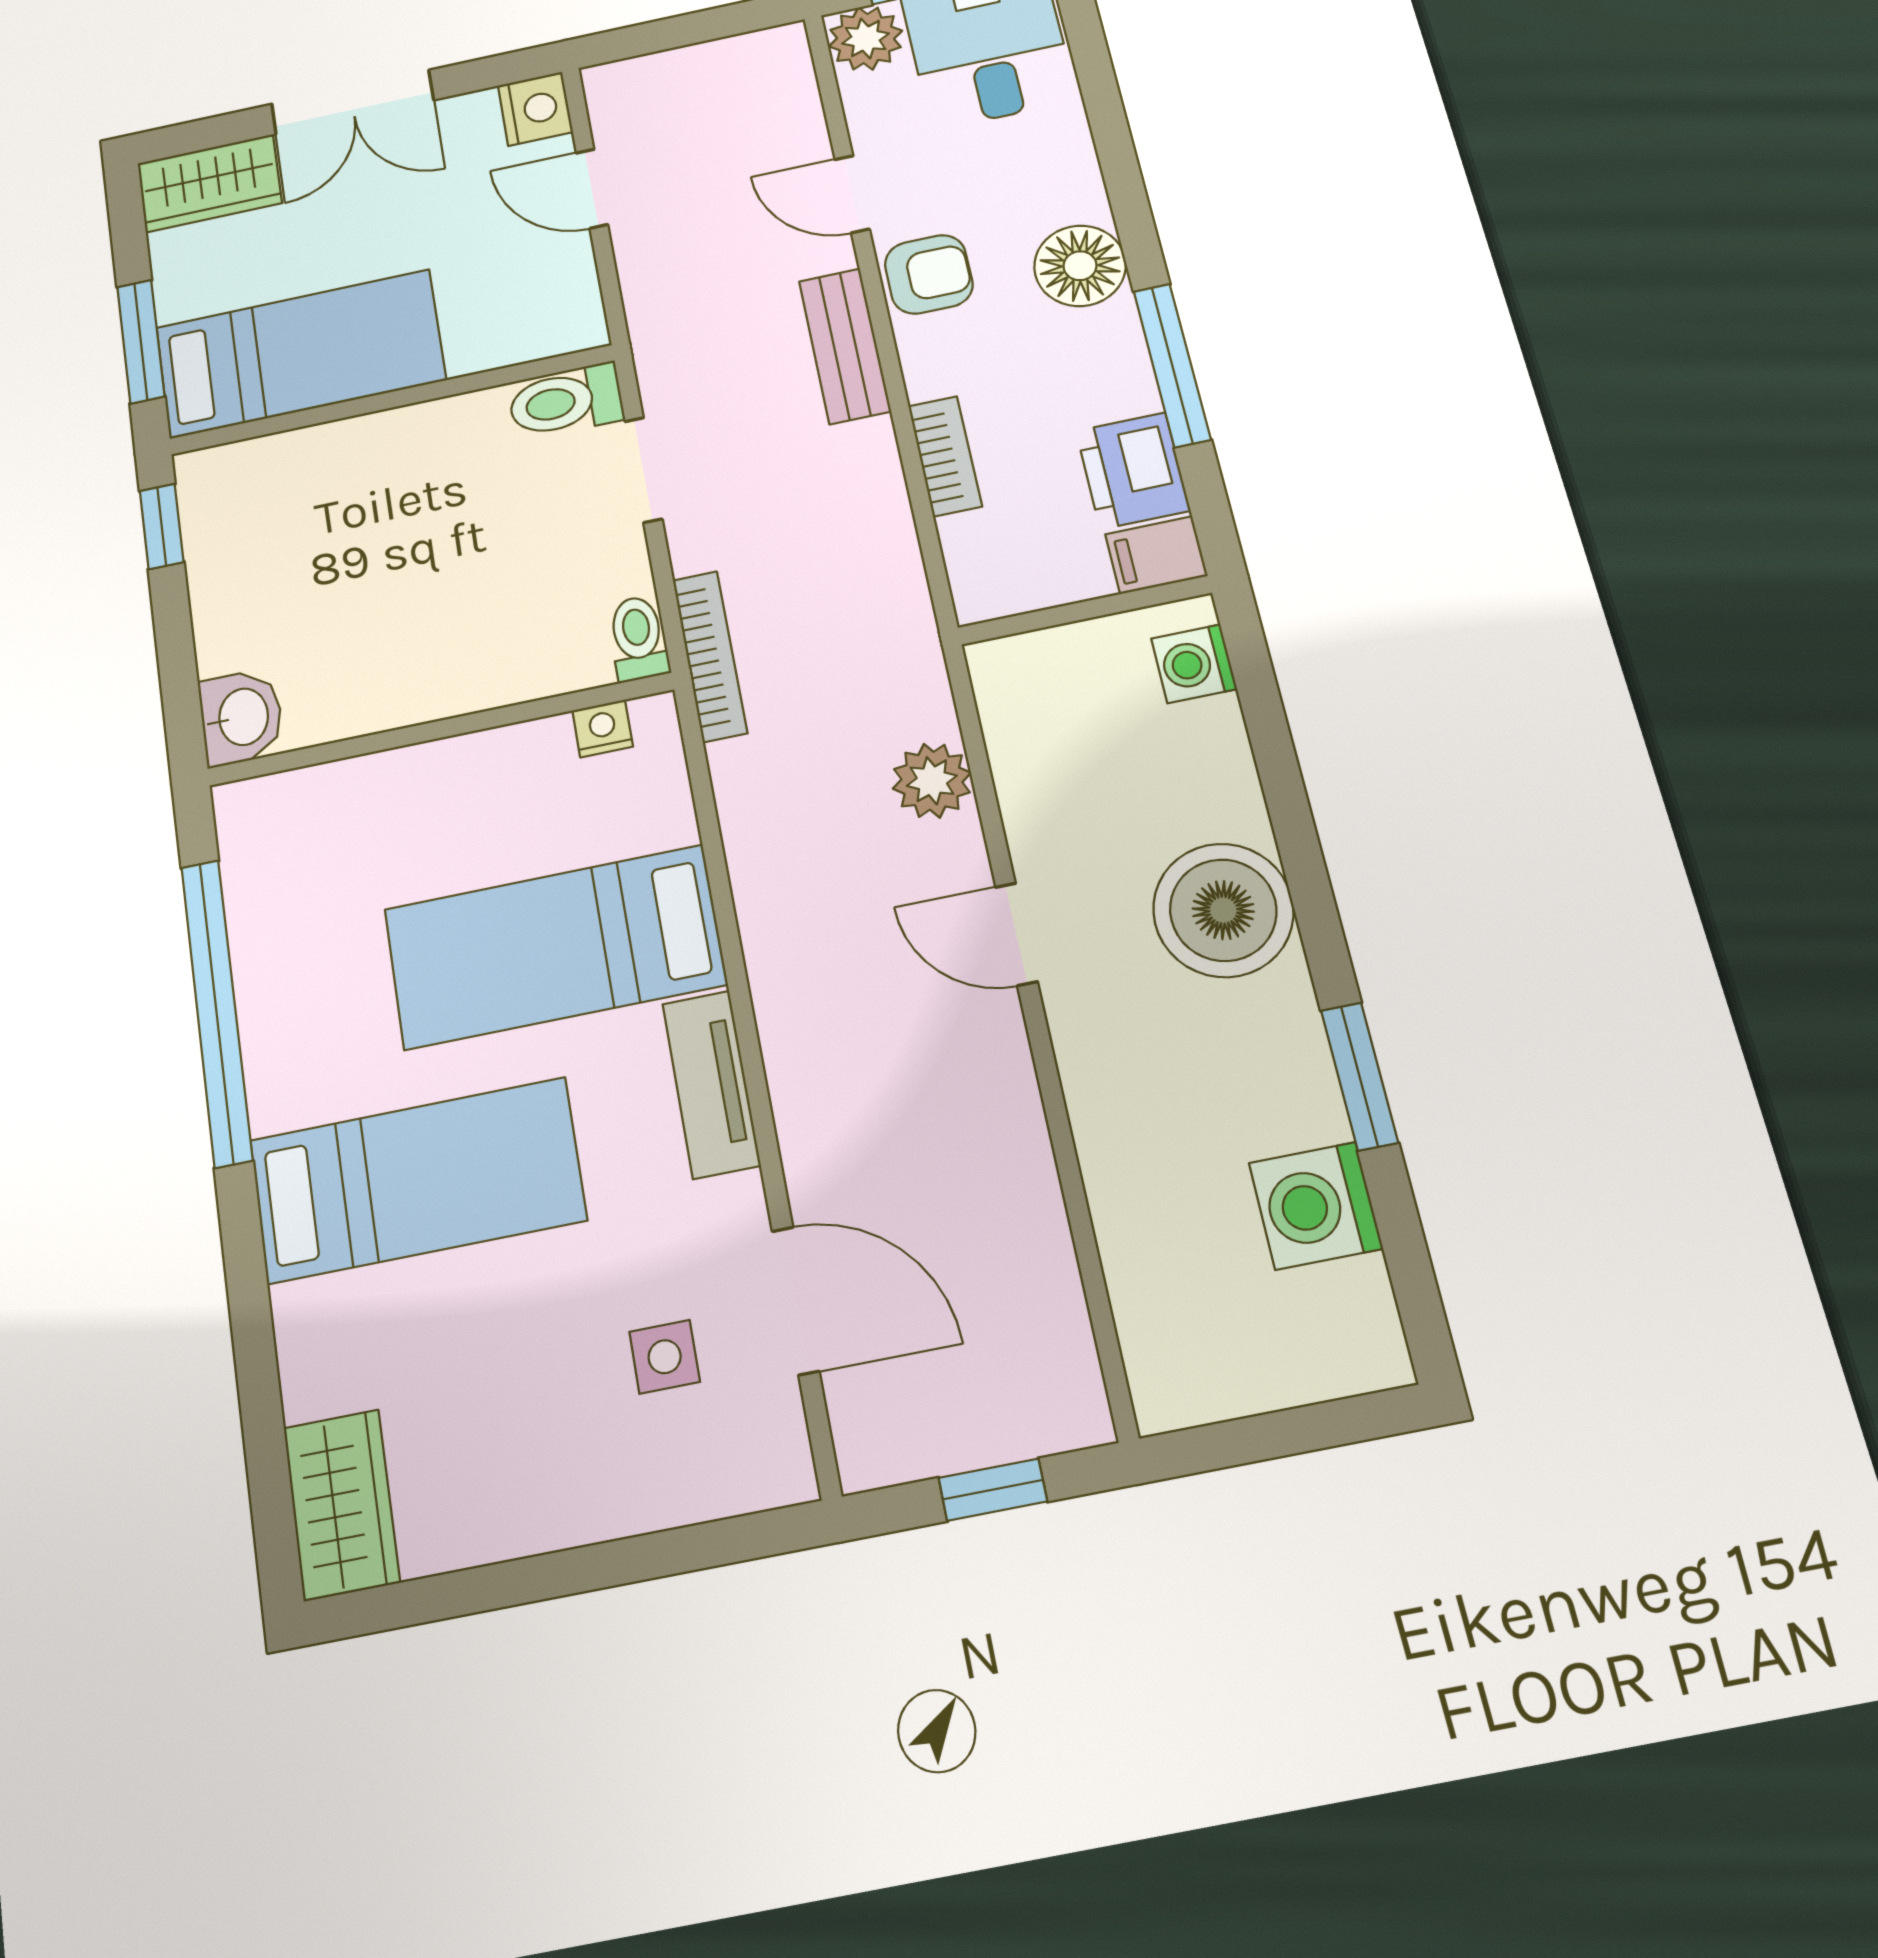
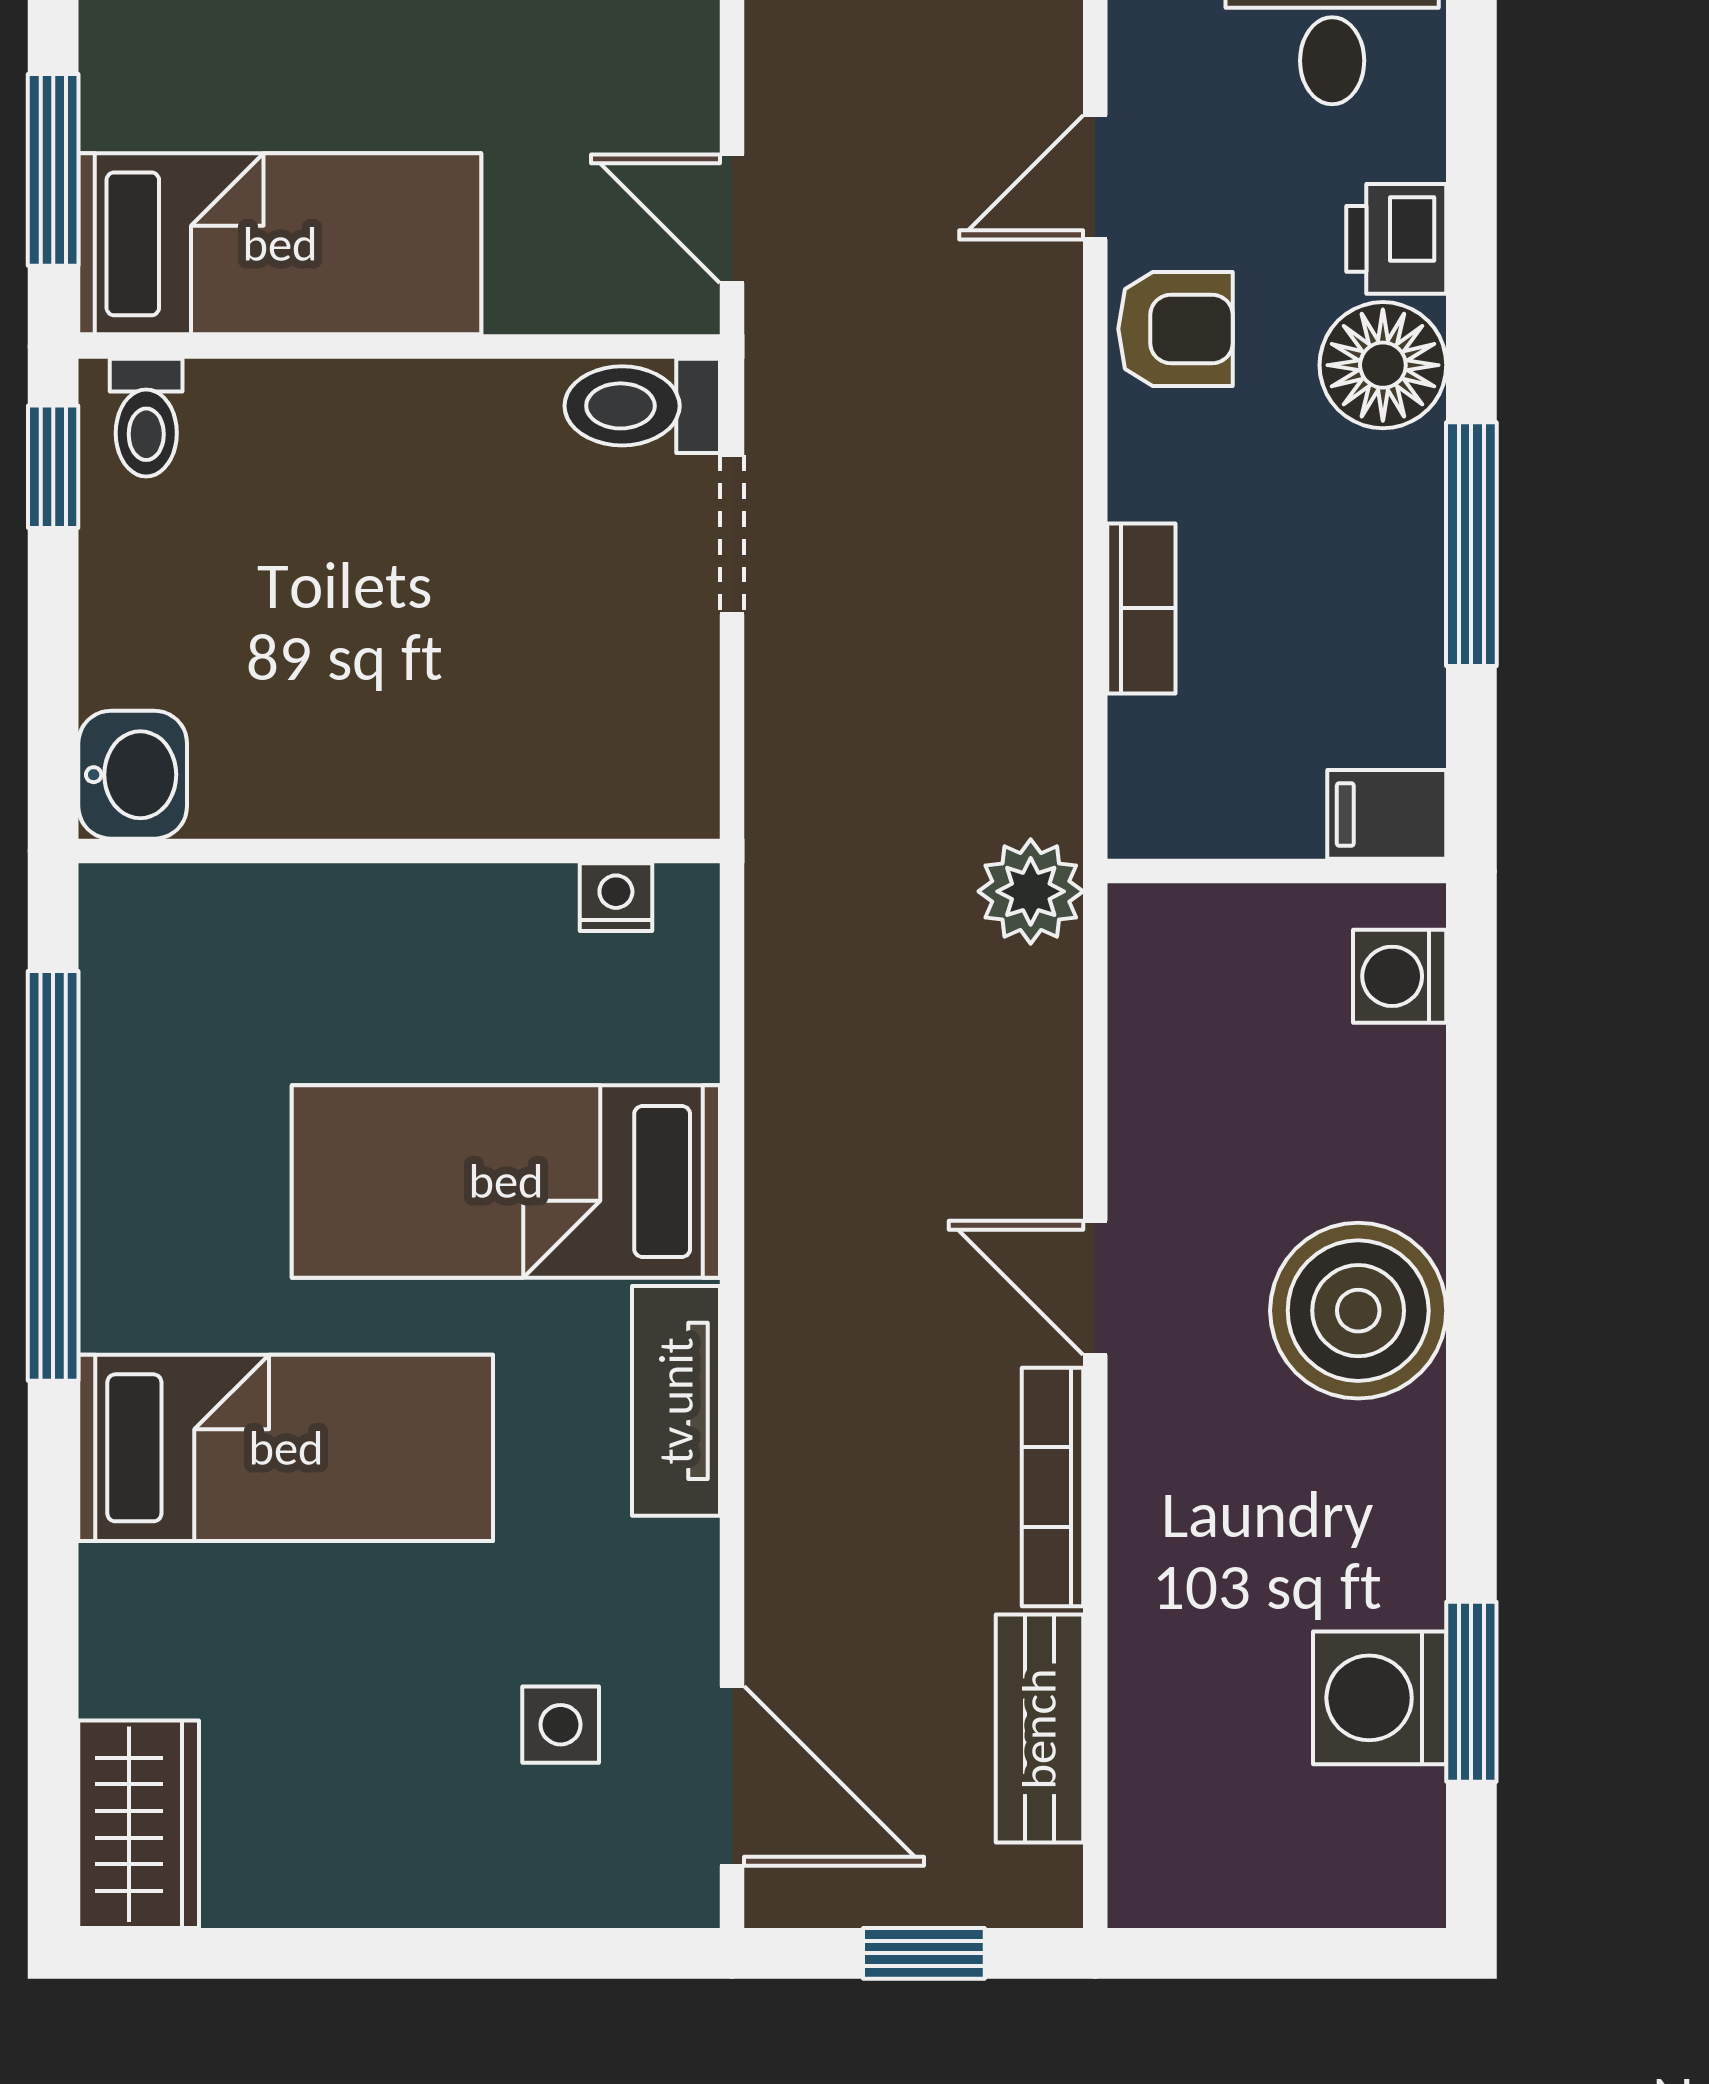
door: (592, 189) -> (732, 219), moved
door: (852, 194) -> (1095, 177), hinge flipped
bench: (845, 346) -> (1039, 1729), moved
printer: (1133, 471) -> (1396, 239), moved, width x0.73, depth x0.81
toilet: (638, 638) -> (146, 418), moved, turned 180
bookcase: (710, 656) -> (1053, 1487), moved, turned 180
plant: (932, 781) -> (1031, 891), moved
window: (1359, 1076) -> (1471, 1692), moved
door: (796, 1301) -> (732, 1776), moved

